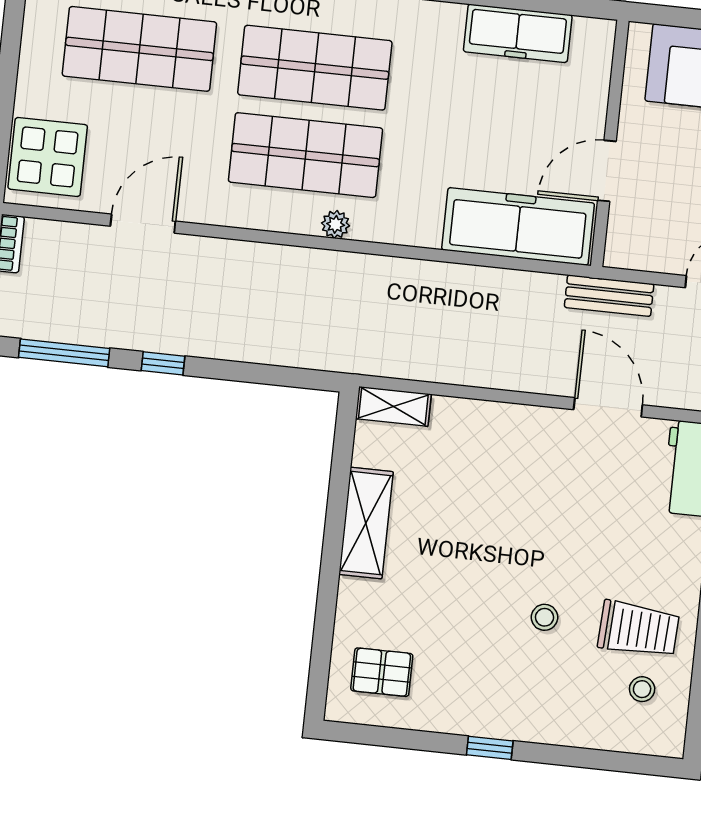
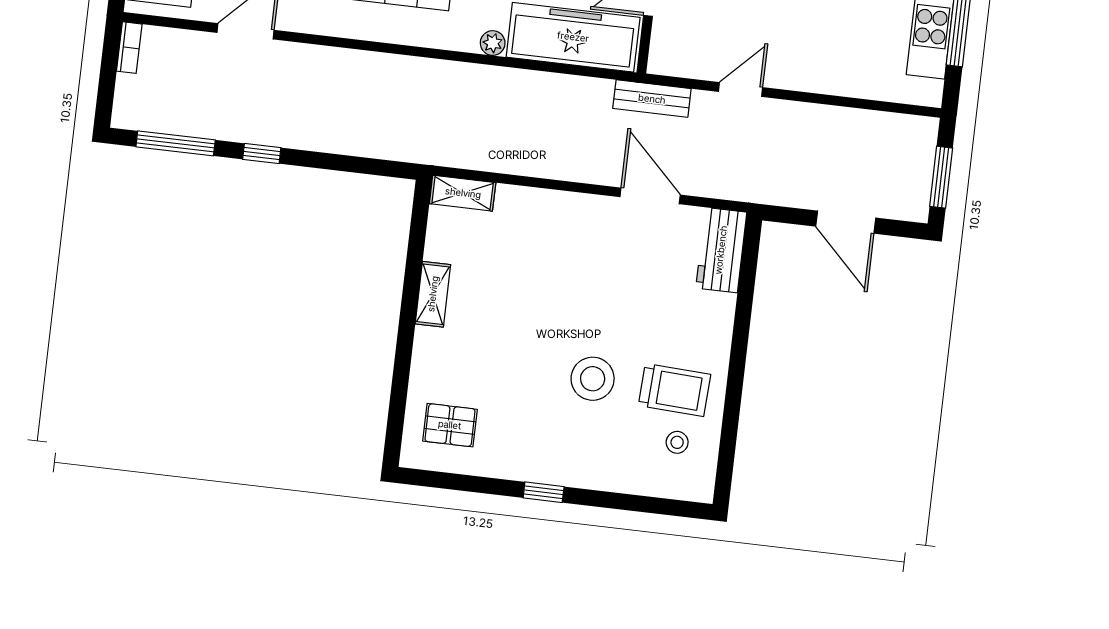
plant: (336, 224) -> (493, 43), moved
shelving: (366, 523) -> (433, 294), width x0.67, depth x0.75
stool: (545, 617) -> (593, 379), width x1.89, depth x1.89

